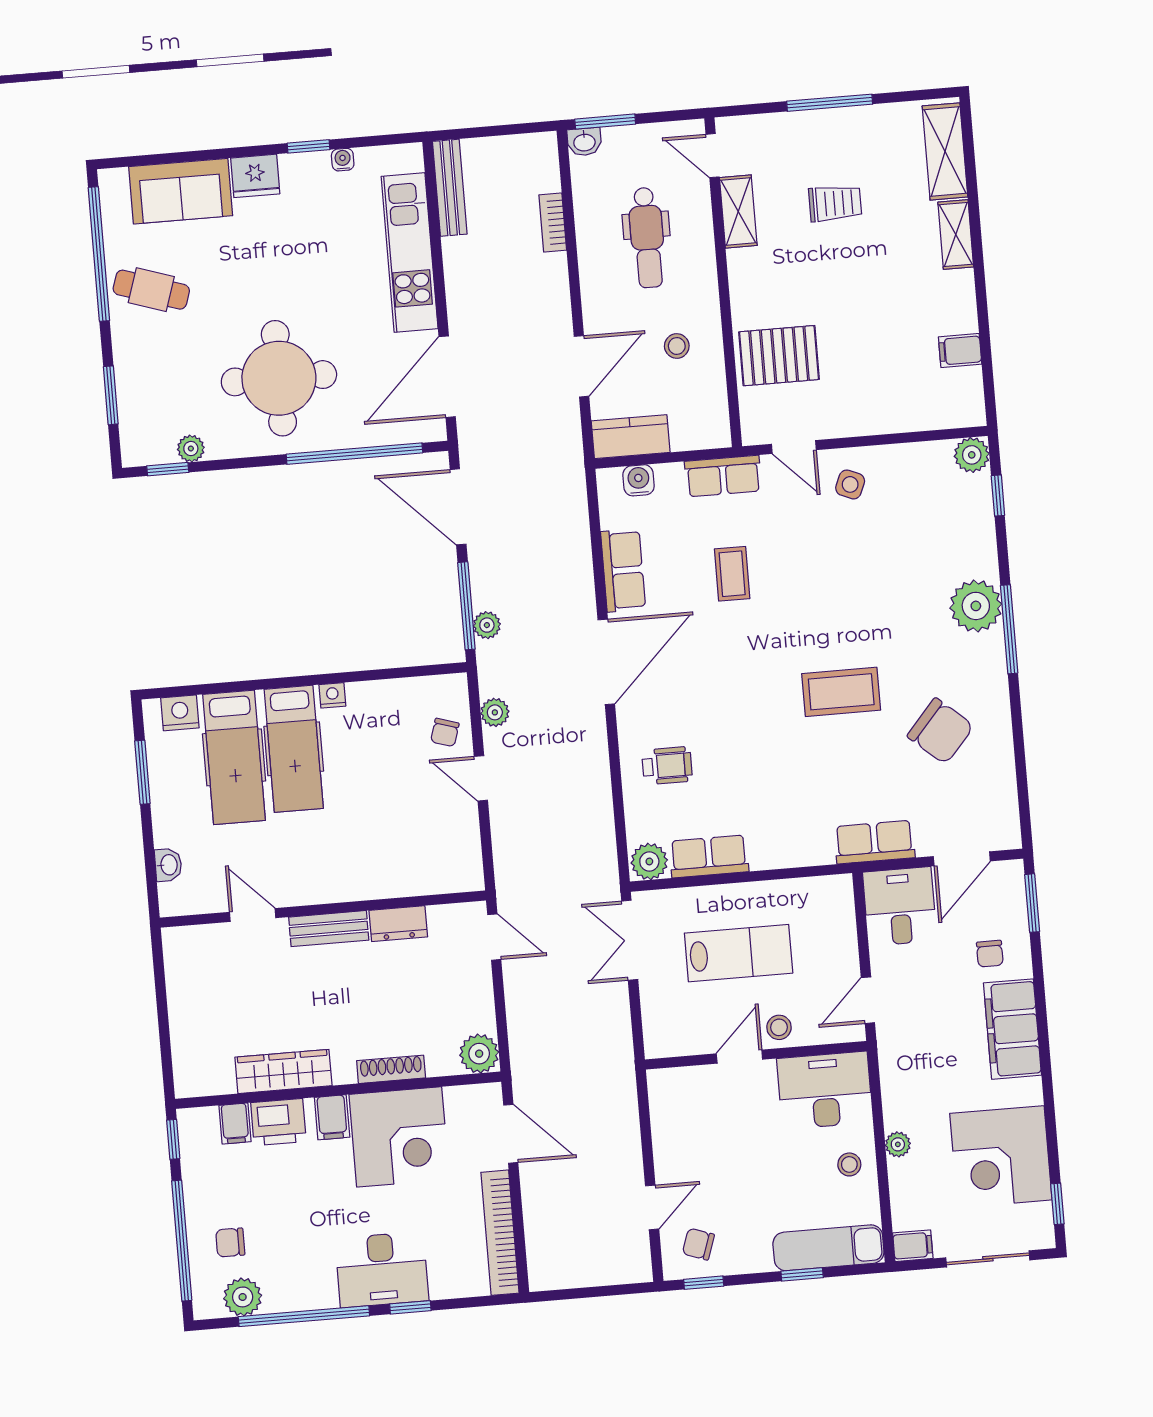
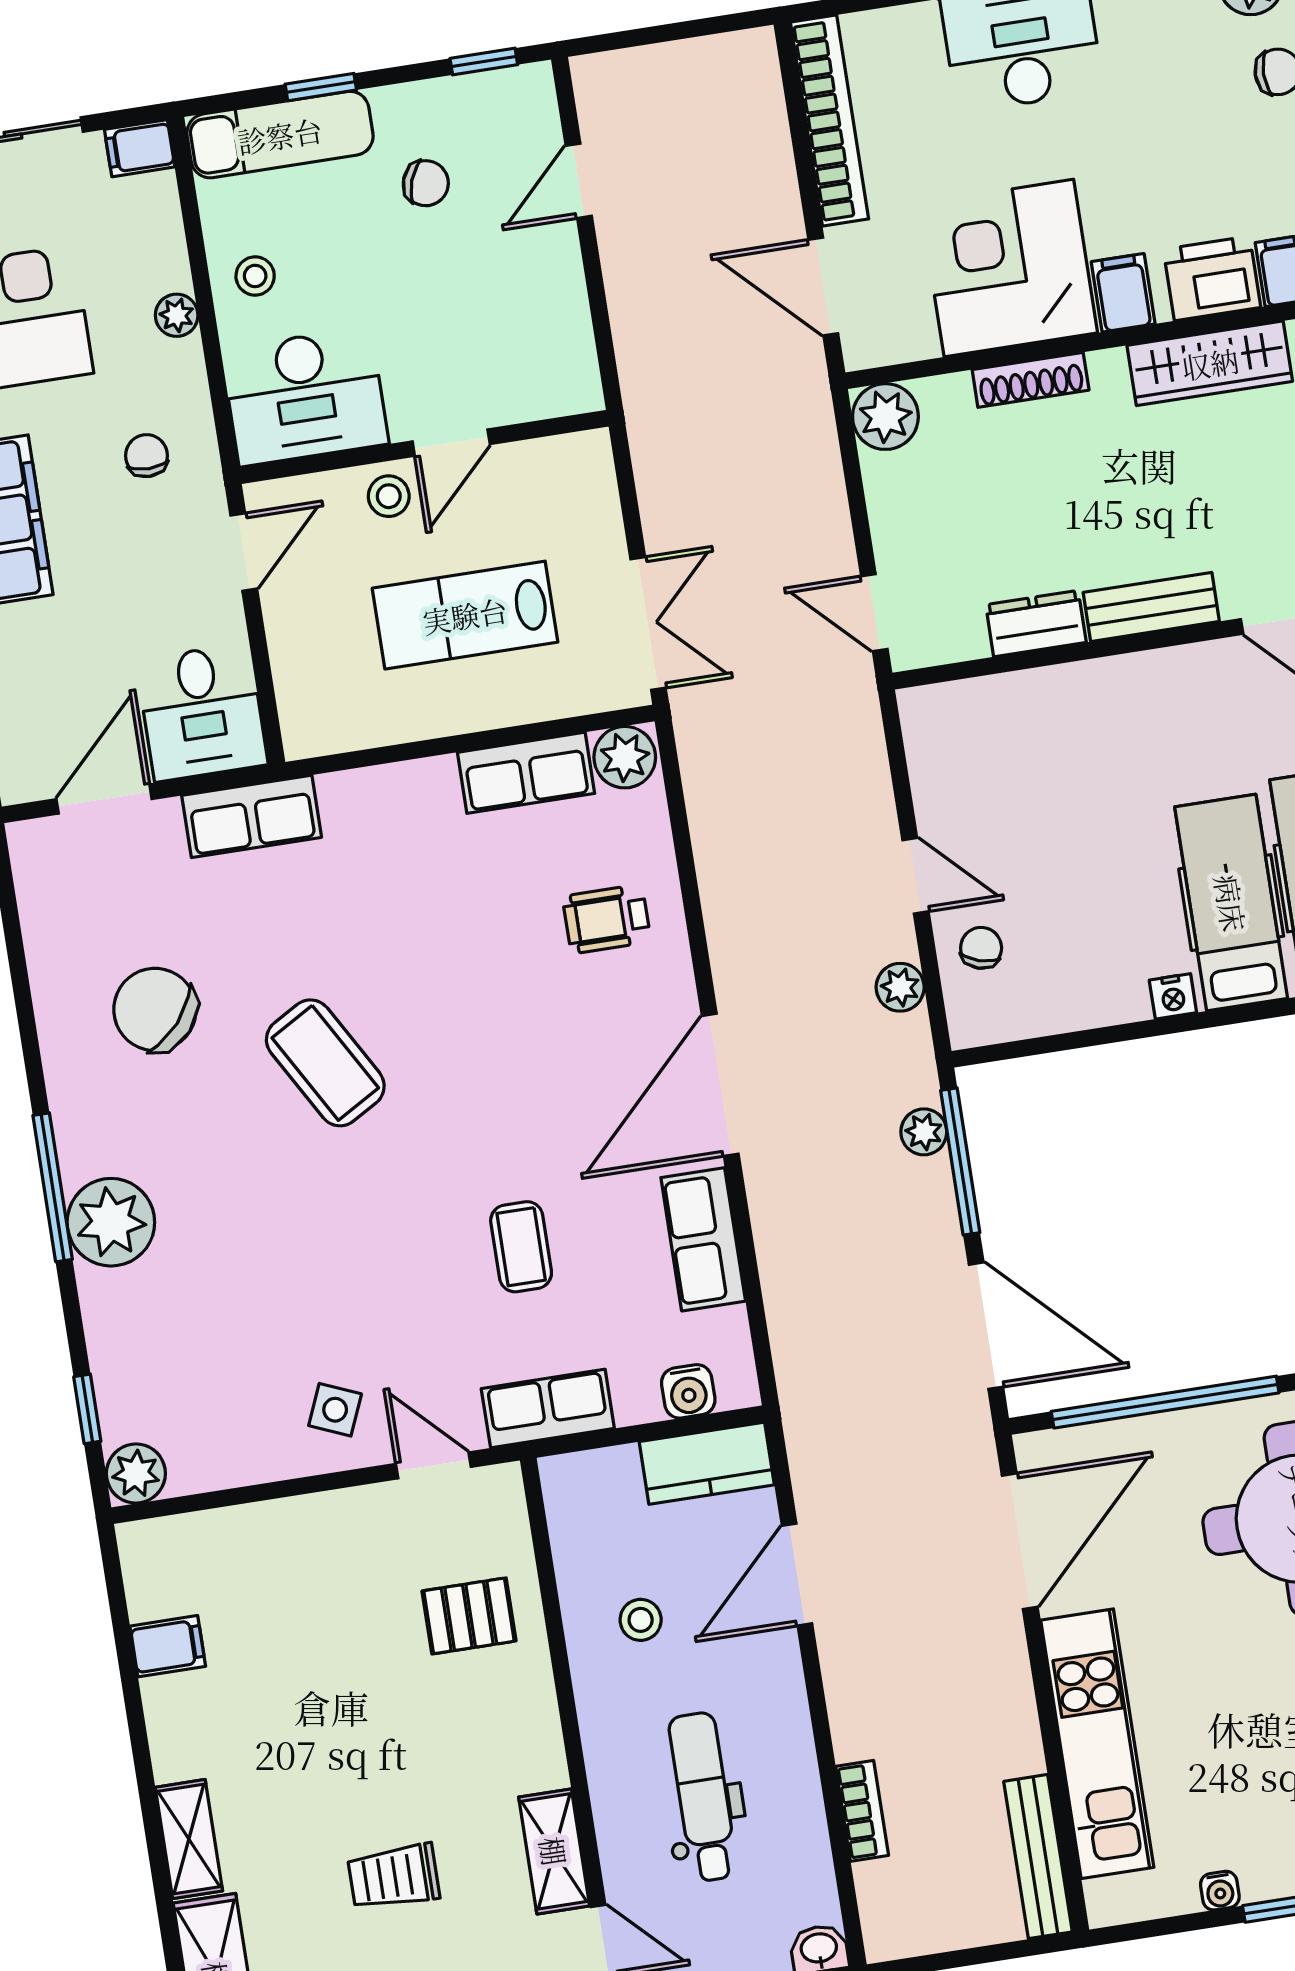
pallet: (779, 356) -> (469, 1616), width x0.67, depth x0.71
coffee table: (841, 692) -> (325, 1063), turned 60
chair: (990, 954) -> (146, 456), moved
chair: (698, 1244) -> (426, 183), moved

